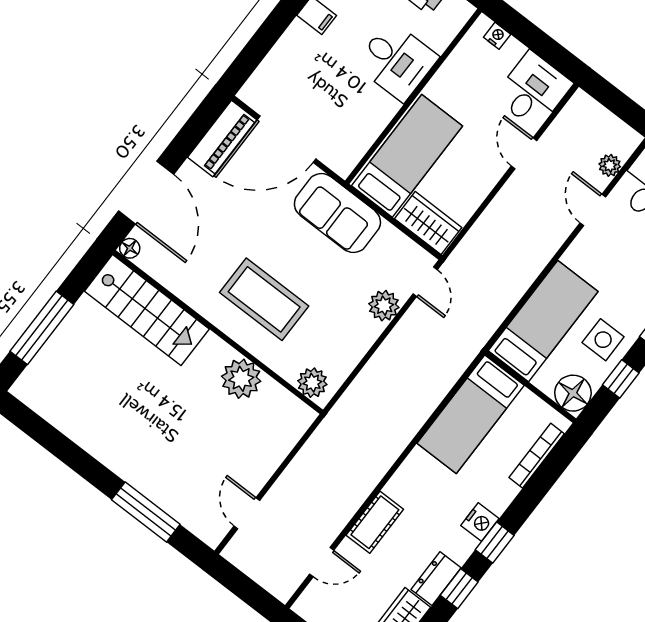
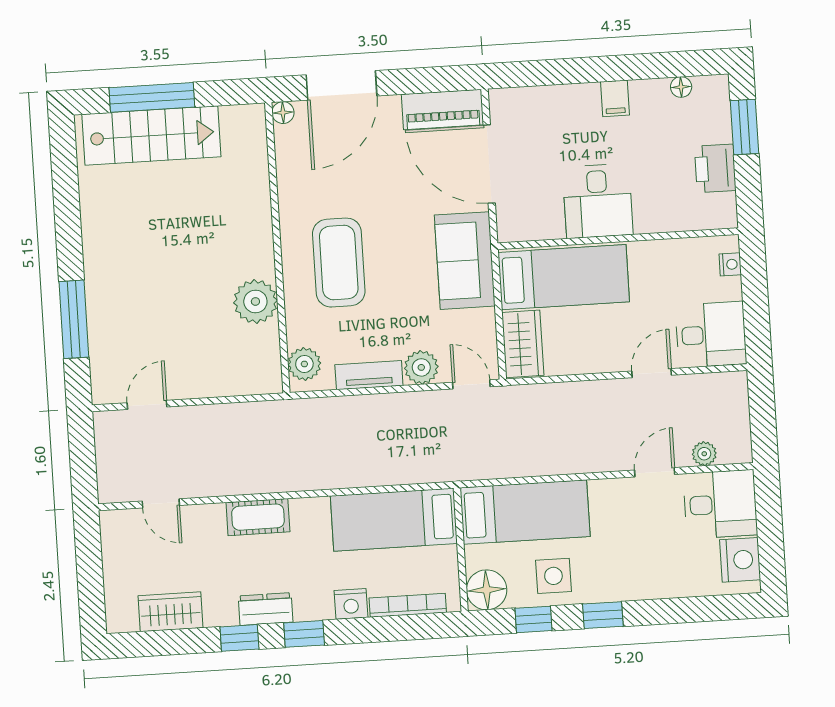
desk: (397, 61) -> (598, 201), moved
door: (425, 282) -> (471, 384), swing flipped
stairs: (147, 310) -> (151, 136), moved, turned -90
tv unit: (358, 346) -> (369, 375), added
cot: (375, 522) -> (258, 517), moved
nightstand: (480, 522) -> (351, 604), moved
dresser: (436, 579) -> (266, 609), moved

